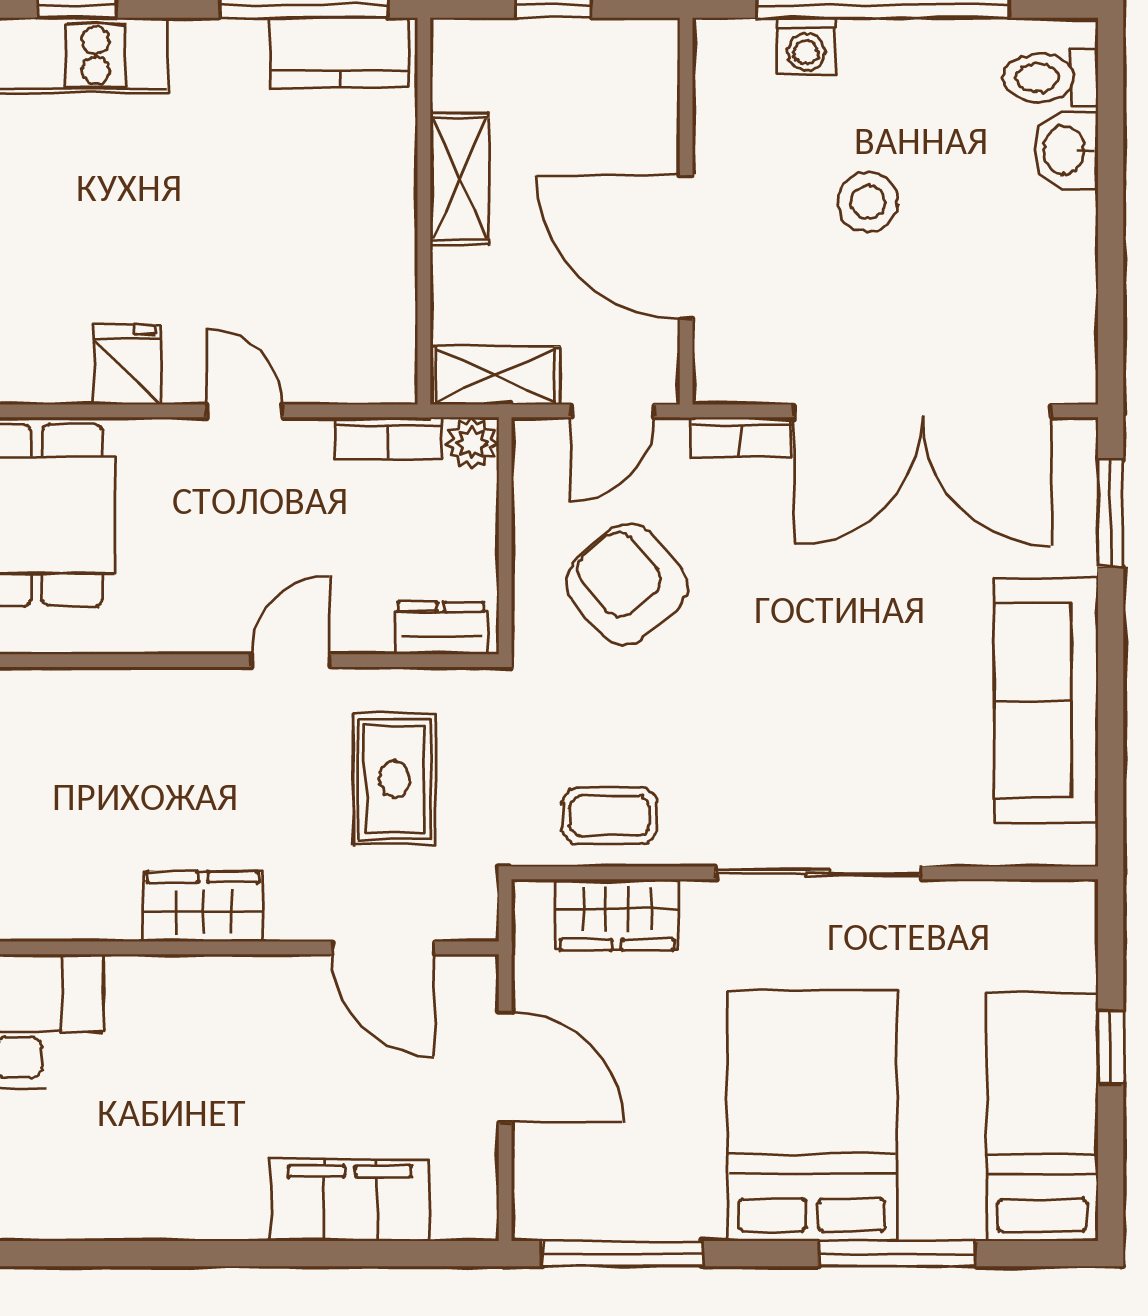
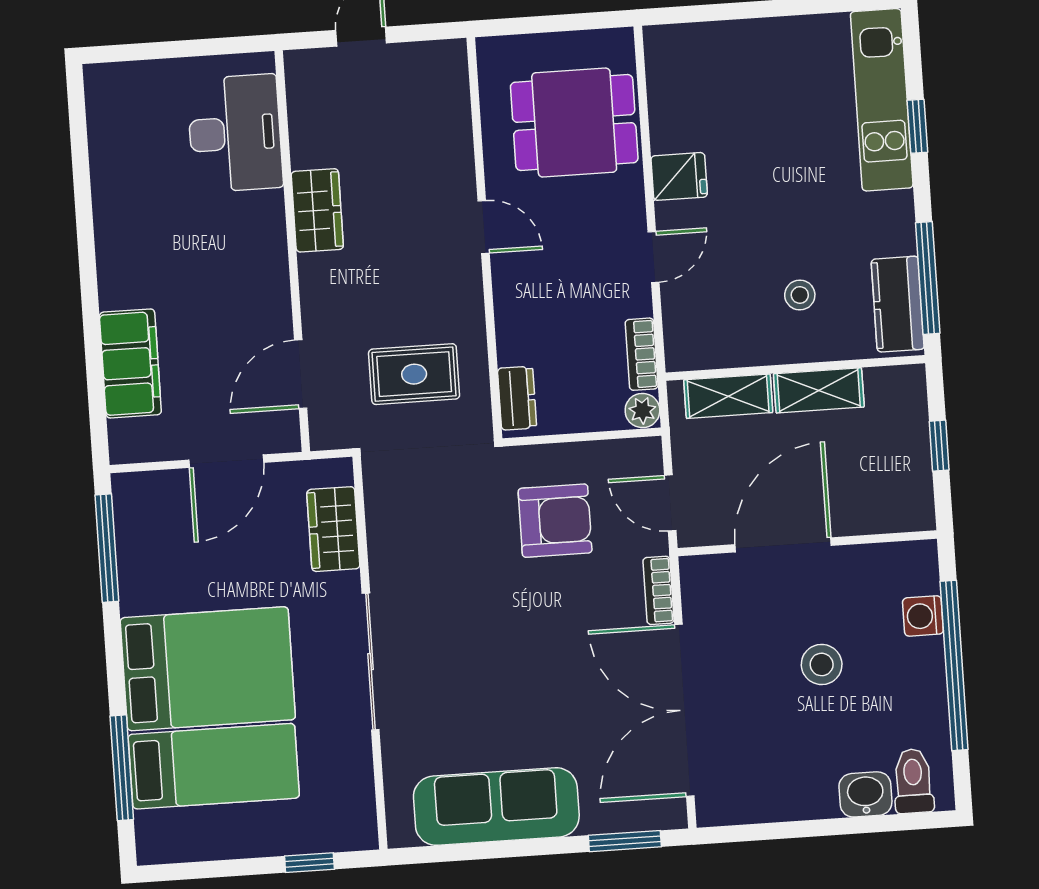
stool: (316, 197) -> (800, 295), added
shelving: (495, 376) -> (728, 396), moved, turned 90
armchair: (627, 584) -> (555, 521), turned 40
door: (291, 661) -> (484, 227), moved
coffee table: (609, 816) -> (399, 520), removed
wardrobe: (203, 906) -> (317, 210), moved
window: (1111, 1047) -> (309, 863), moved
bed: (1042, 1117) -> (214, 766), moved
window: (897, 1254) -> (122, 768), moved

